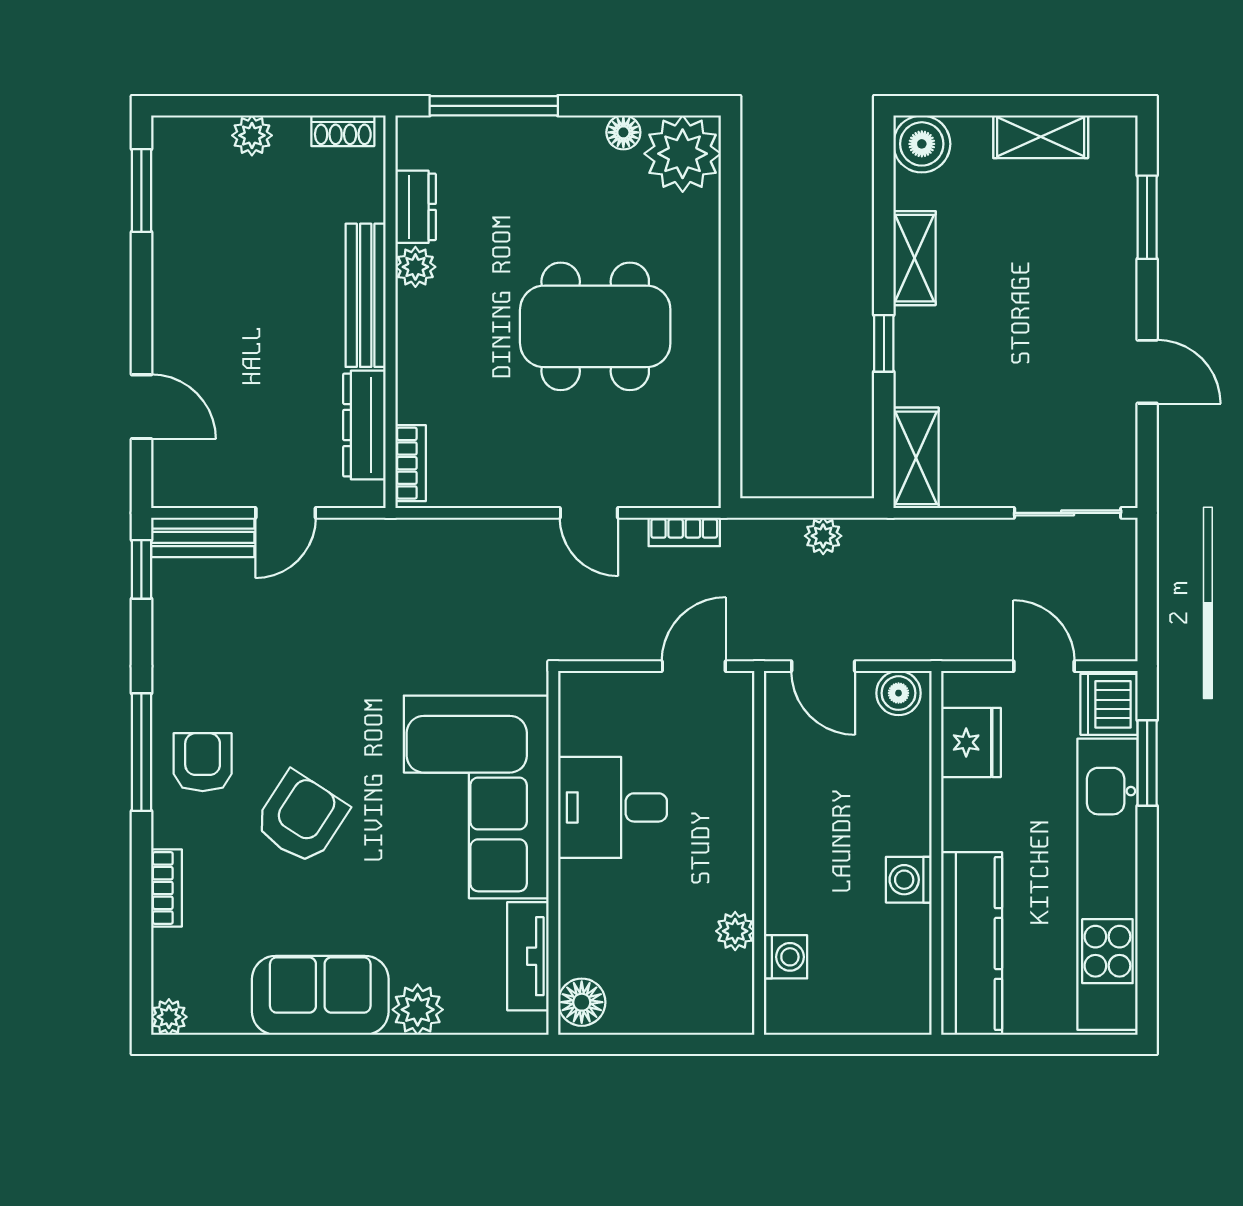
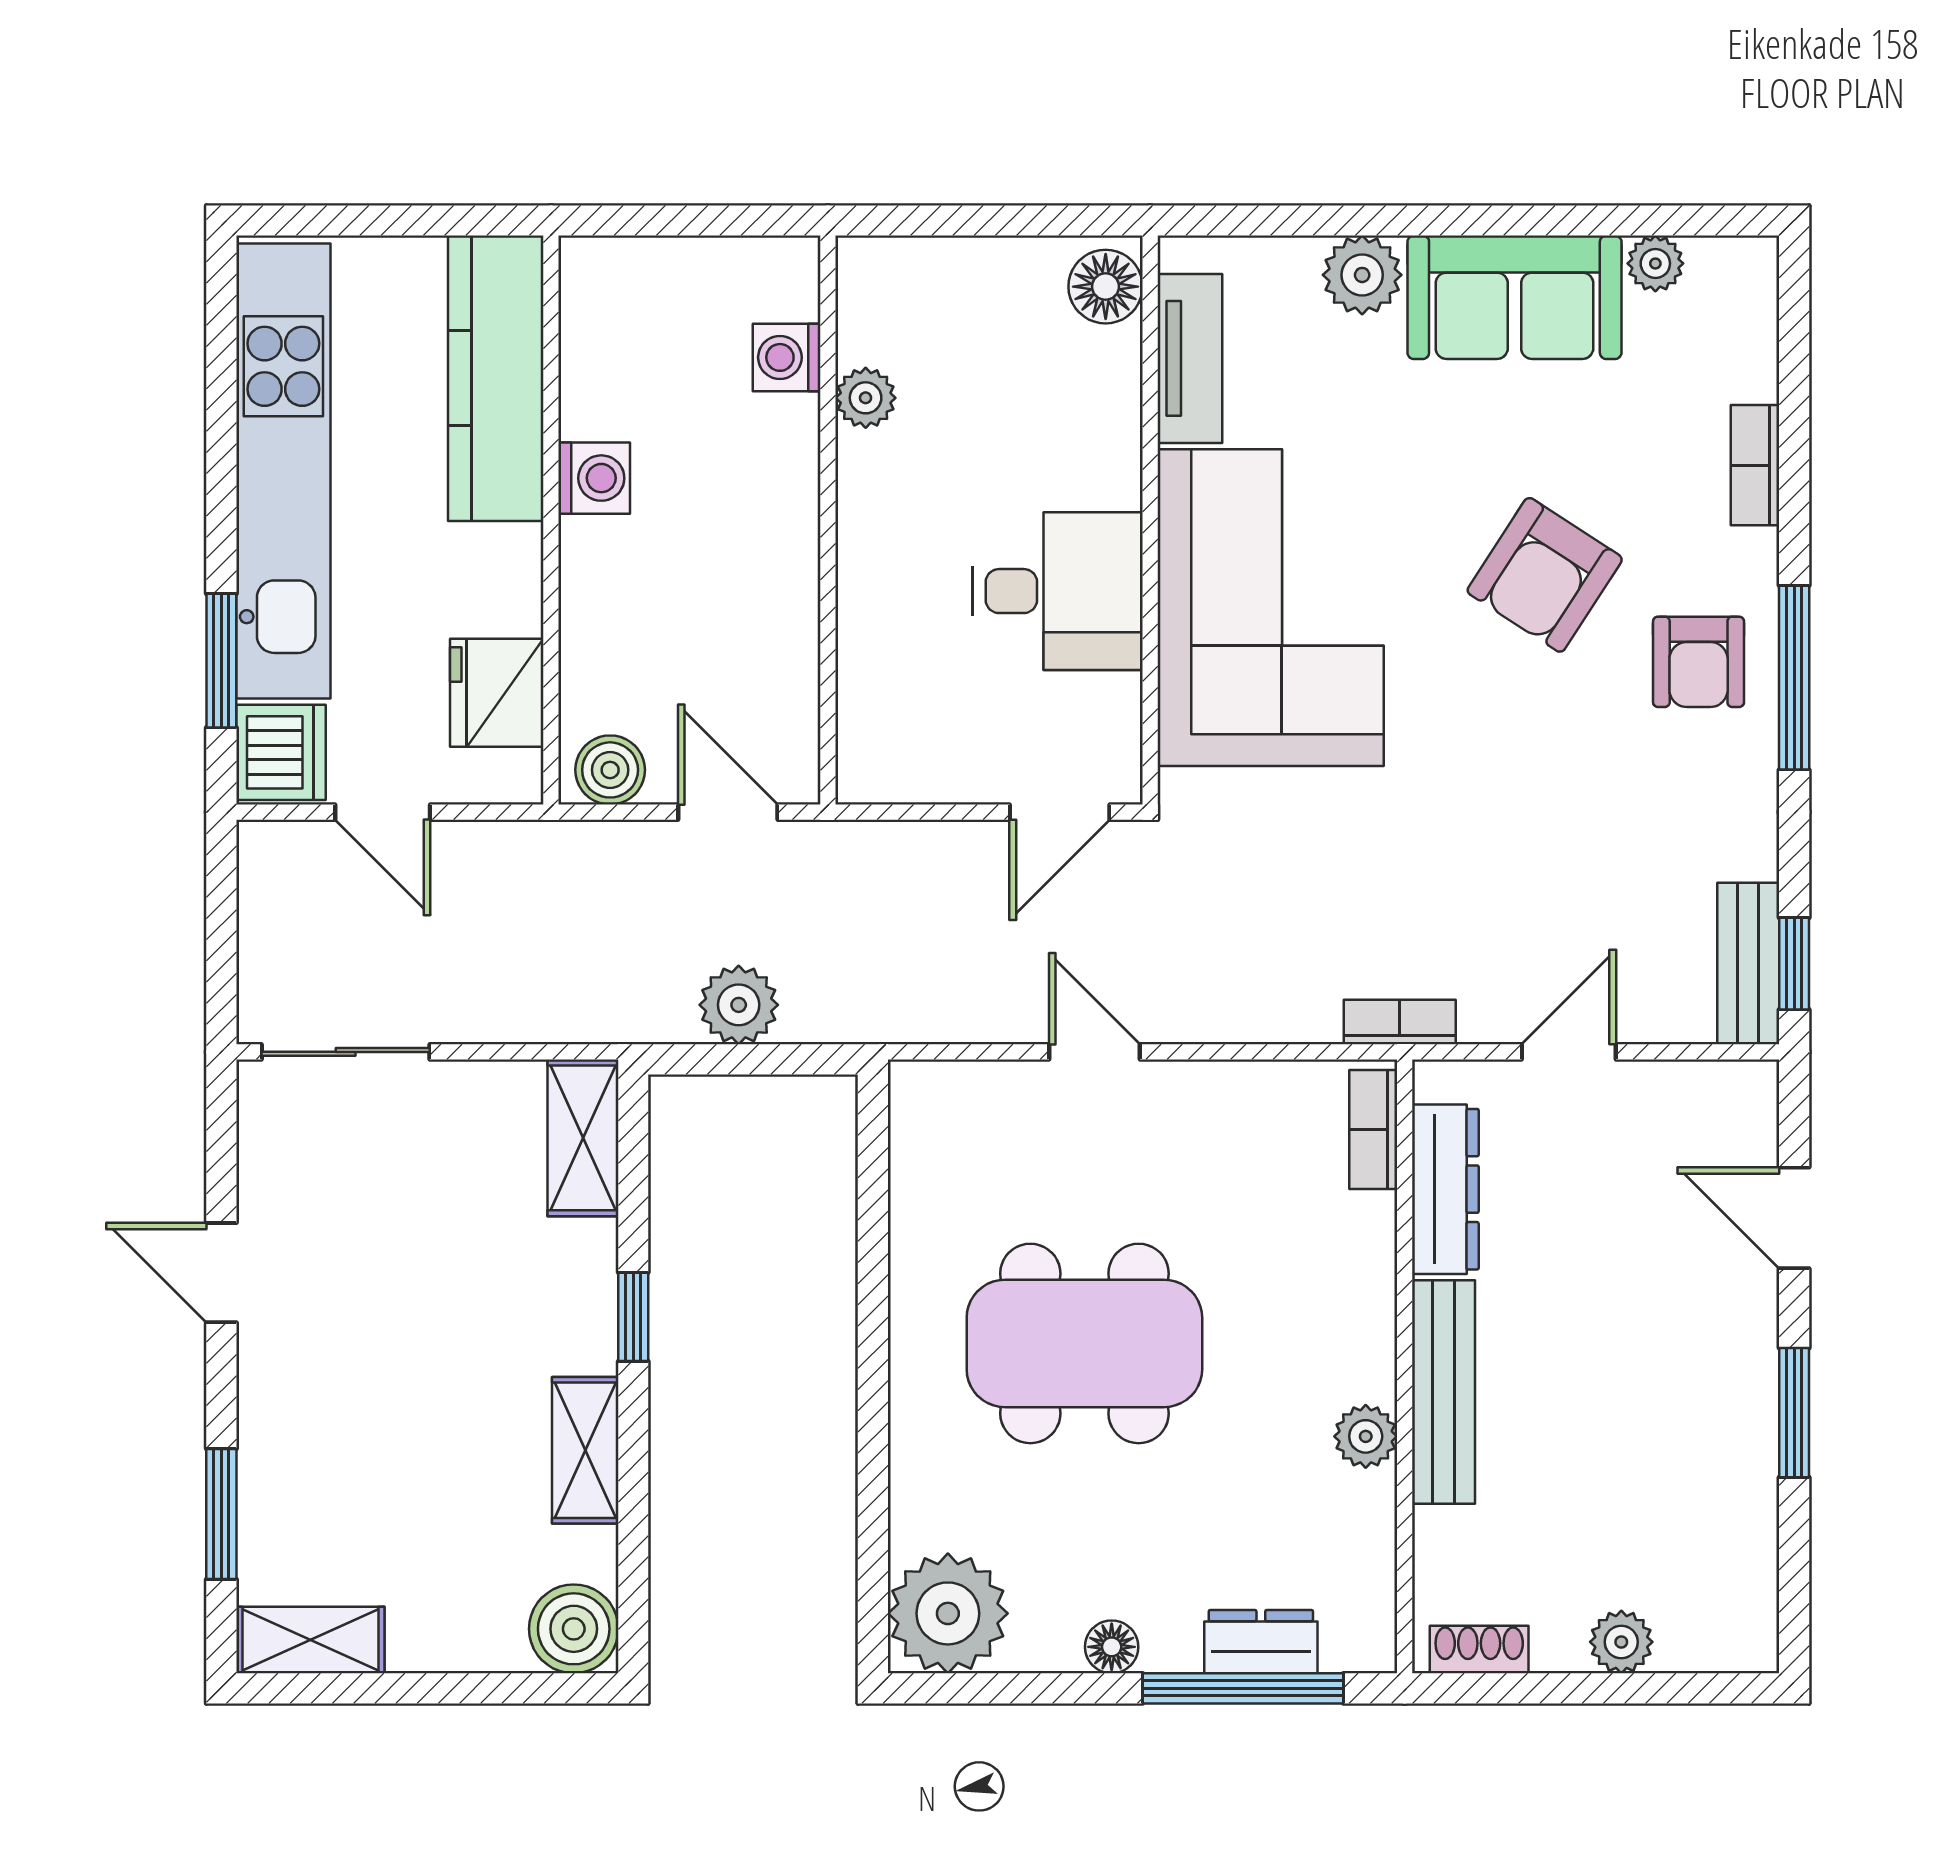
floor lamp: (623, 132) -> (1112, 1647), moved
shelving: (1041, 137) -> (310, 1640), moved
window: (141, 190) -> (1794, 1413), moved
dresser: (416, 207) -> (1261, 1642), moved, turned 90
bookcase: (684, 532) -> (1400, 1022), moved
plant: (823, 536) -> (739, 1005), width x1.38, depth x1.38
bench: (203, 537) -> (1748, 964), moved, turned 90
door: (694, 666) -> (1060, 812), moved
plant: (169, 1017) -> (1655, 263), moved

